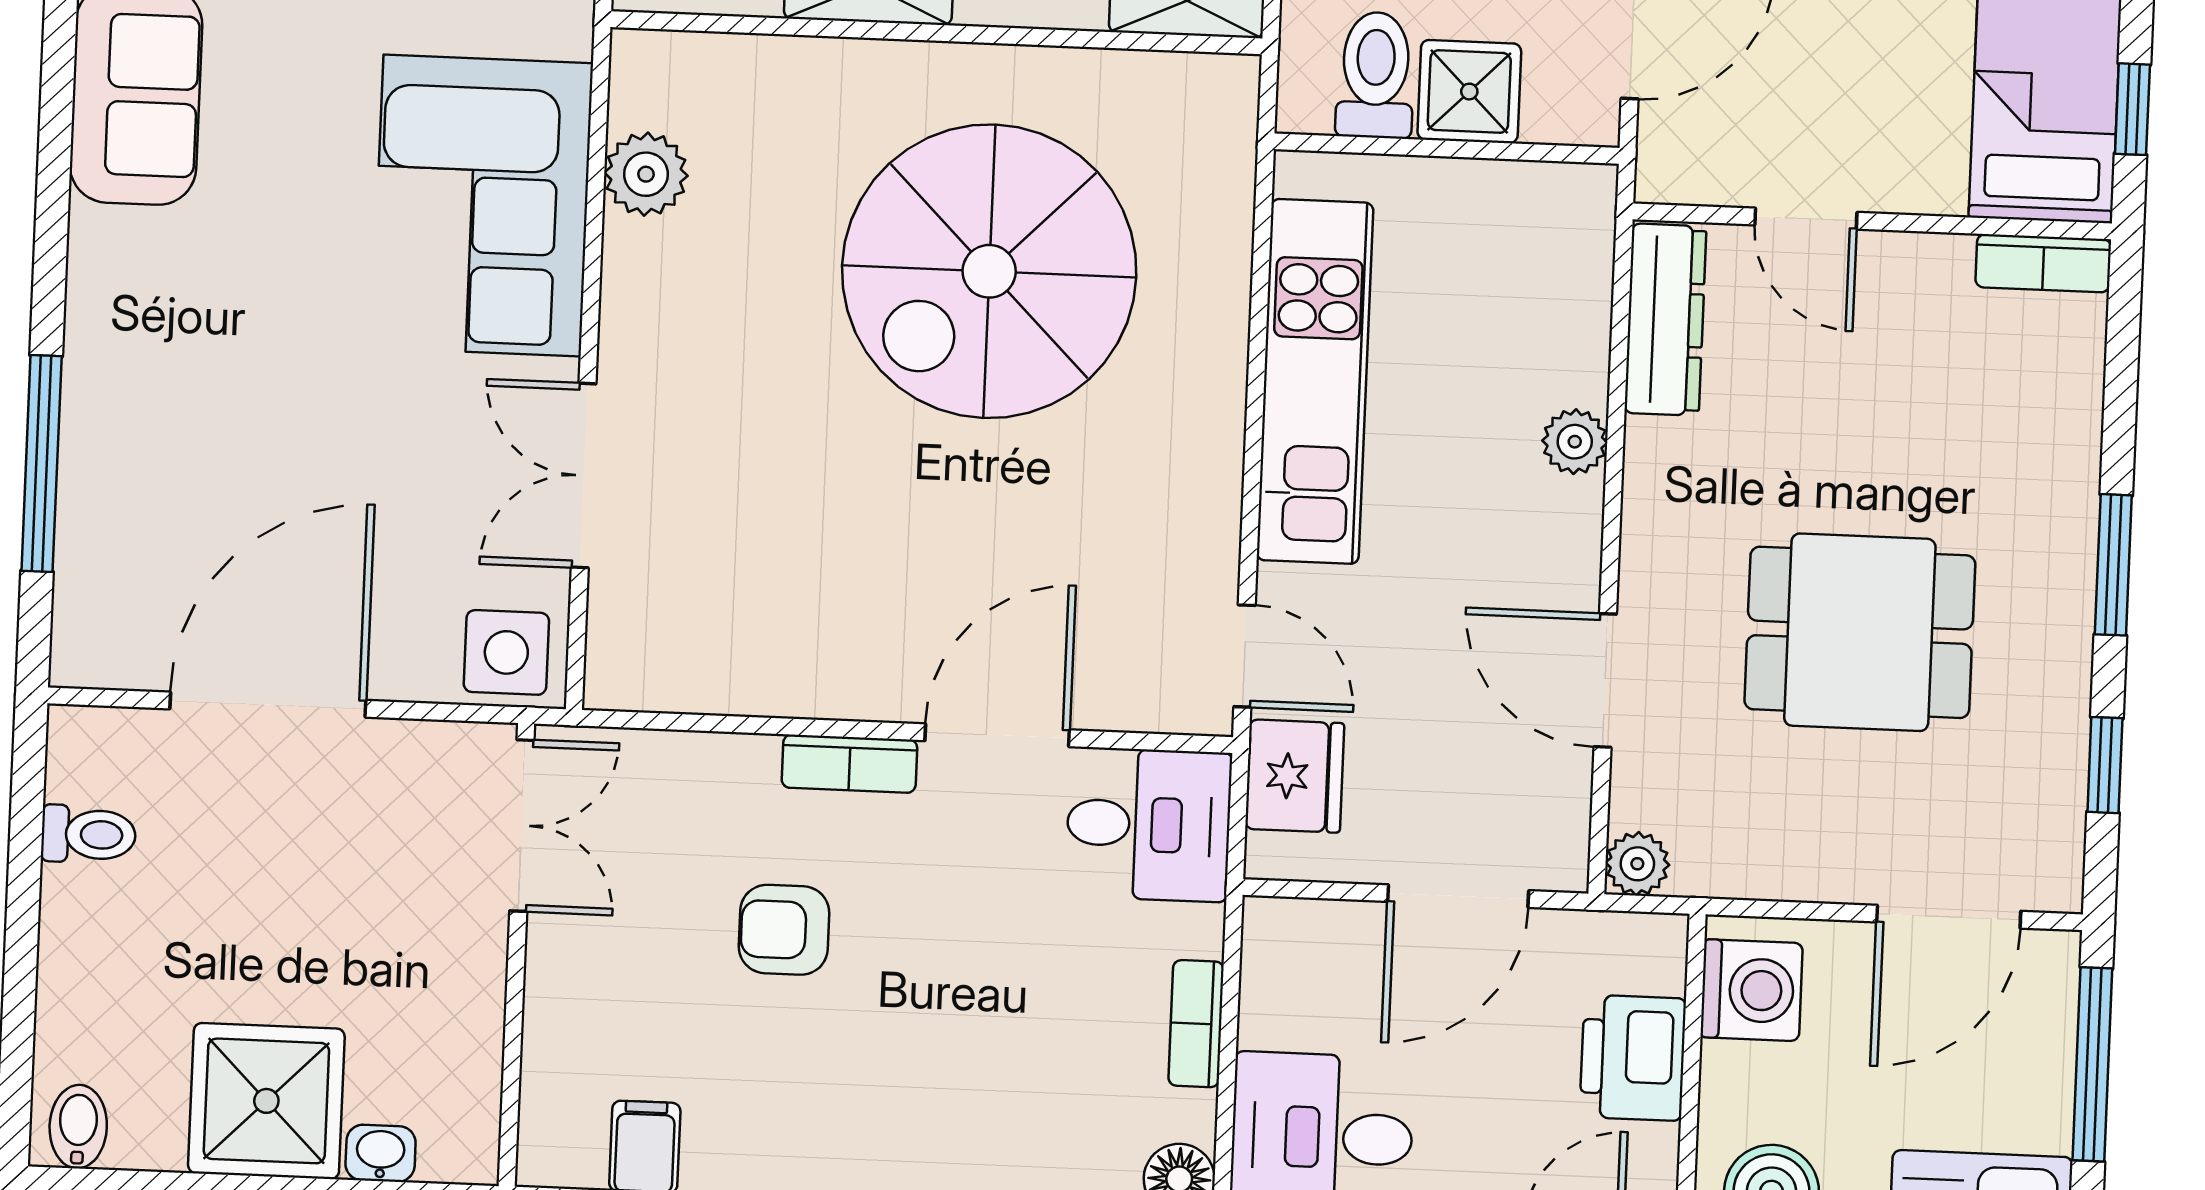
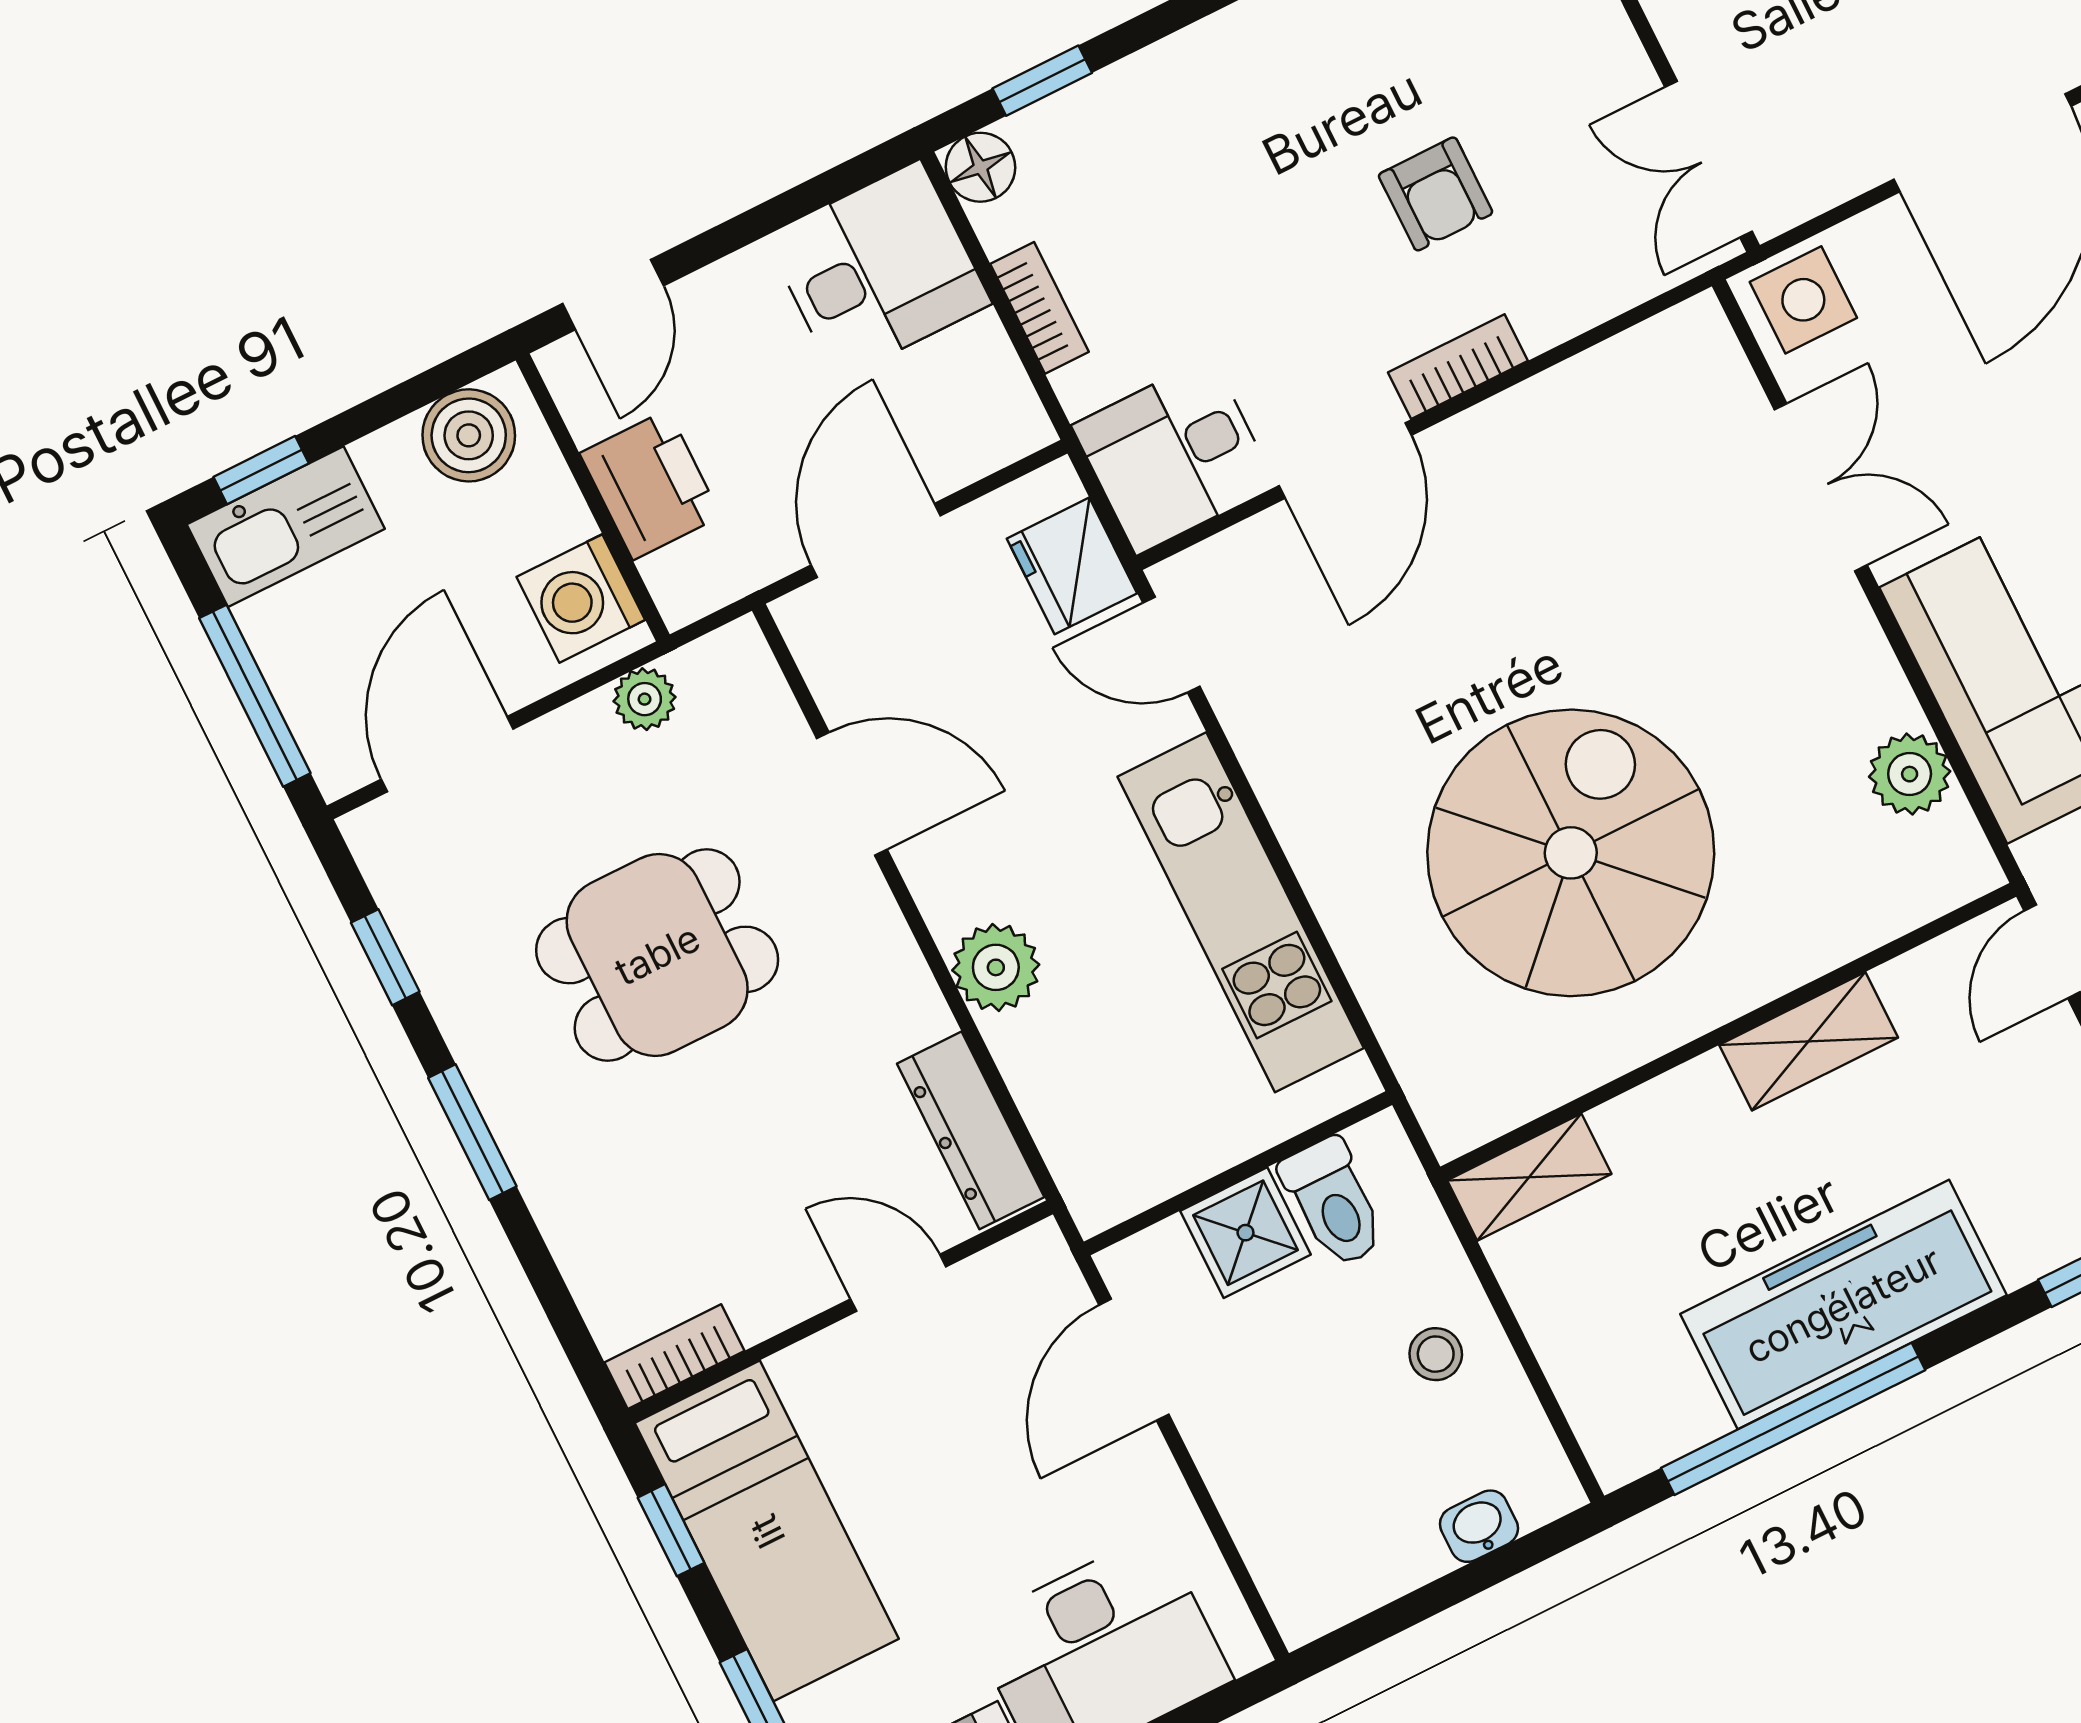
plant: (1575, 442) -> (996, 967), width x1.38, depth x1.38
plant: (1637, 864) -> (645, 699), moved
armchair: (784, 930) -> (1436, 194), turned 90

